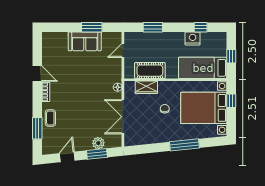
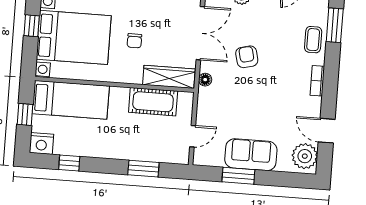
nightstand: (193, 38) -> (41, 143), moved
plant: (50, 43) -> (305, 156), added
door: (37, 74) -> (327, 131), moved
wardrobe: (146, 87) -> (169, 77), width x1.50
window: (231, 101) -> (32, 26), moved
armchair: (92, 104) -> (247, 57), added

